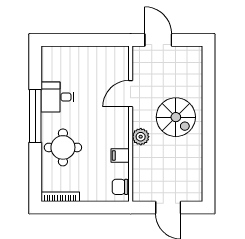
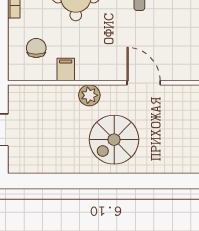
chair: (120, 187) -> (36, 48), moved

